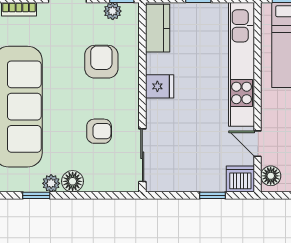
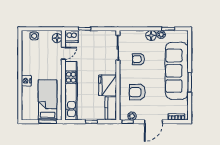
armchair: (101, 62) -> (137, 92), turned 90
fridge: (160, 86) -> (108, 85), width x1.88, depth x1.34
door: (258, 144) -> (63, 53), hinge flipped

